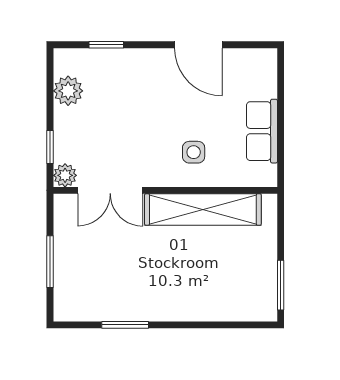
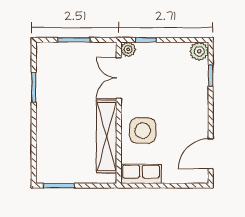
door: (198, 45) -> (211, 154), moved
plant: (68, 91) -> (199, 51), moved
row of seats: (262, 131) -> (141, 174), moved
side table: (194, 152) -> (143, 131), width x1.87, depth x1.87

